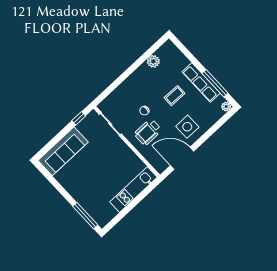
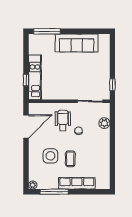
plant: (153, 61) -> (104, 123), moved
row of seats: (201, 83) -> (77, 183), moved
side table: (187, 127) -> (50, 156), moved
sofa: (63, 151) -> (77, 43), moved, turned -90
window: (143, 195) -> (26, 80), added

